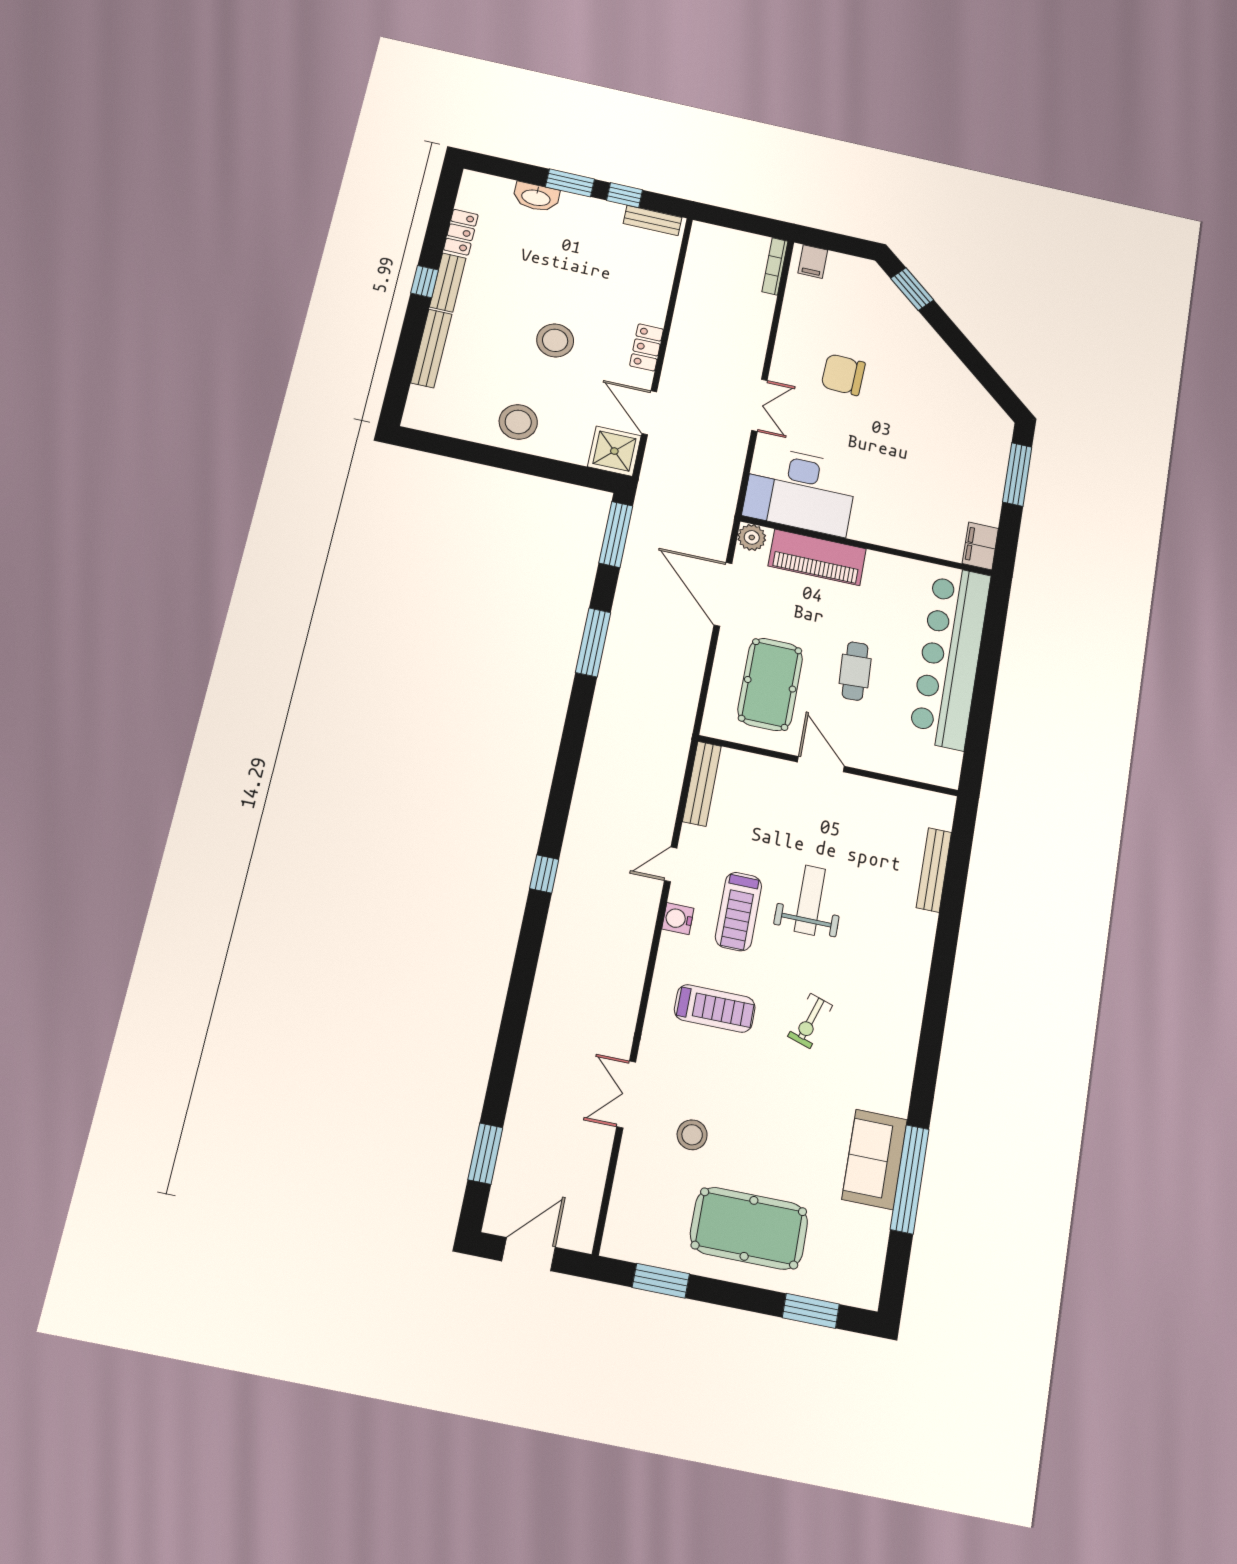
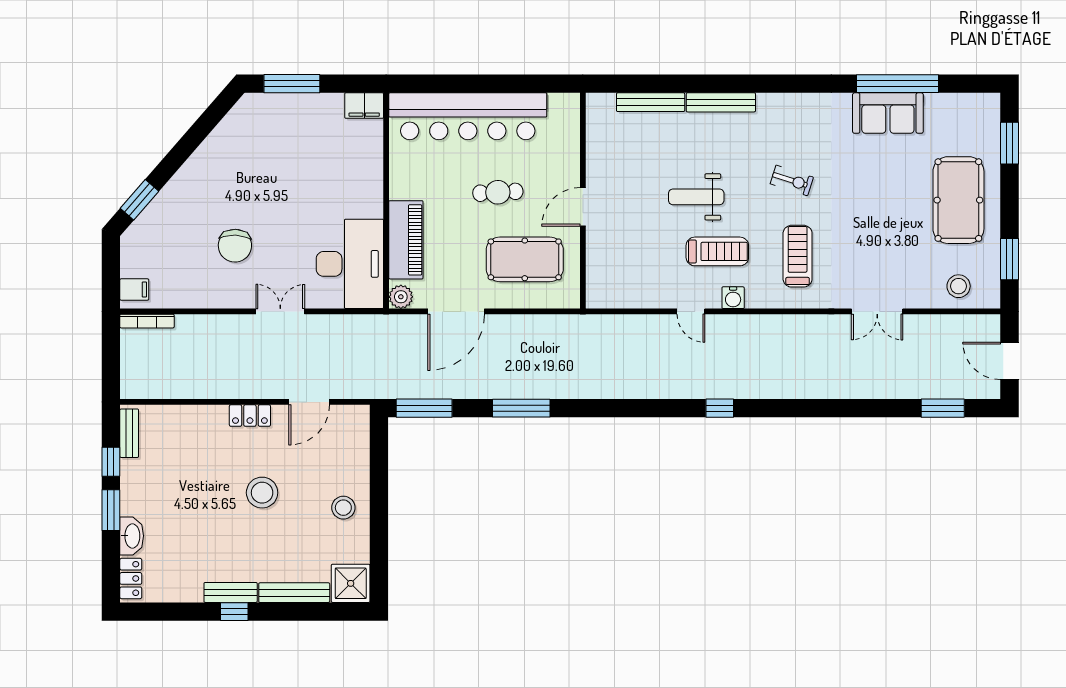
locker: (461, 232) -> (131, 578), moved, turned 90
stool: (518, 422) -> (343, 508), width x0.73, depth x0.73
shower: (614, 451) -> (351, 583), moved
bench: (702, 784) -> (721, 102), moved
stool: (692, 1135) -> (959, 286), moved

